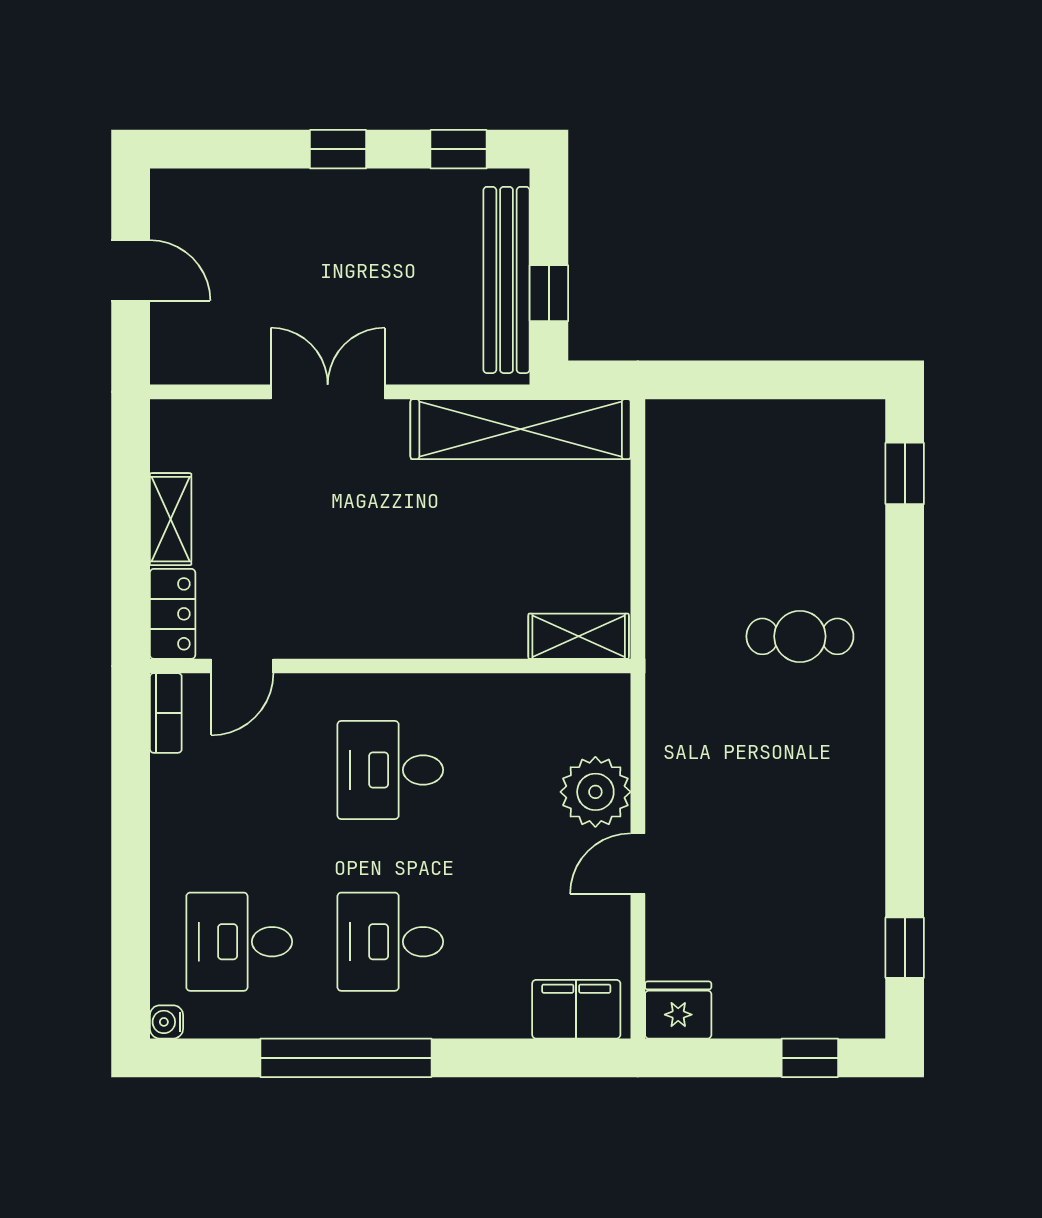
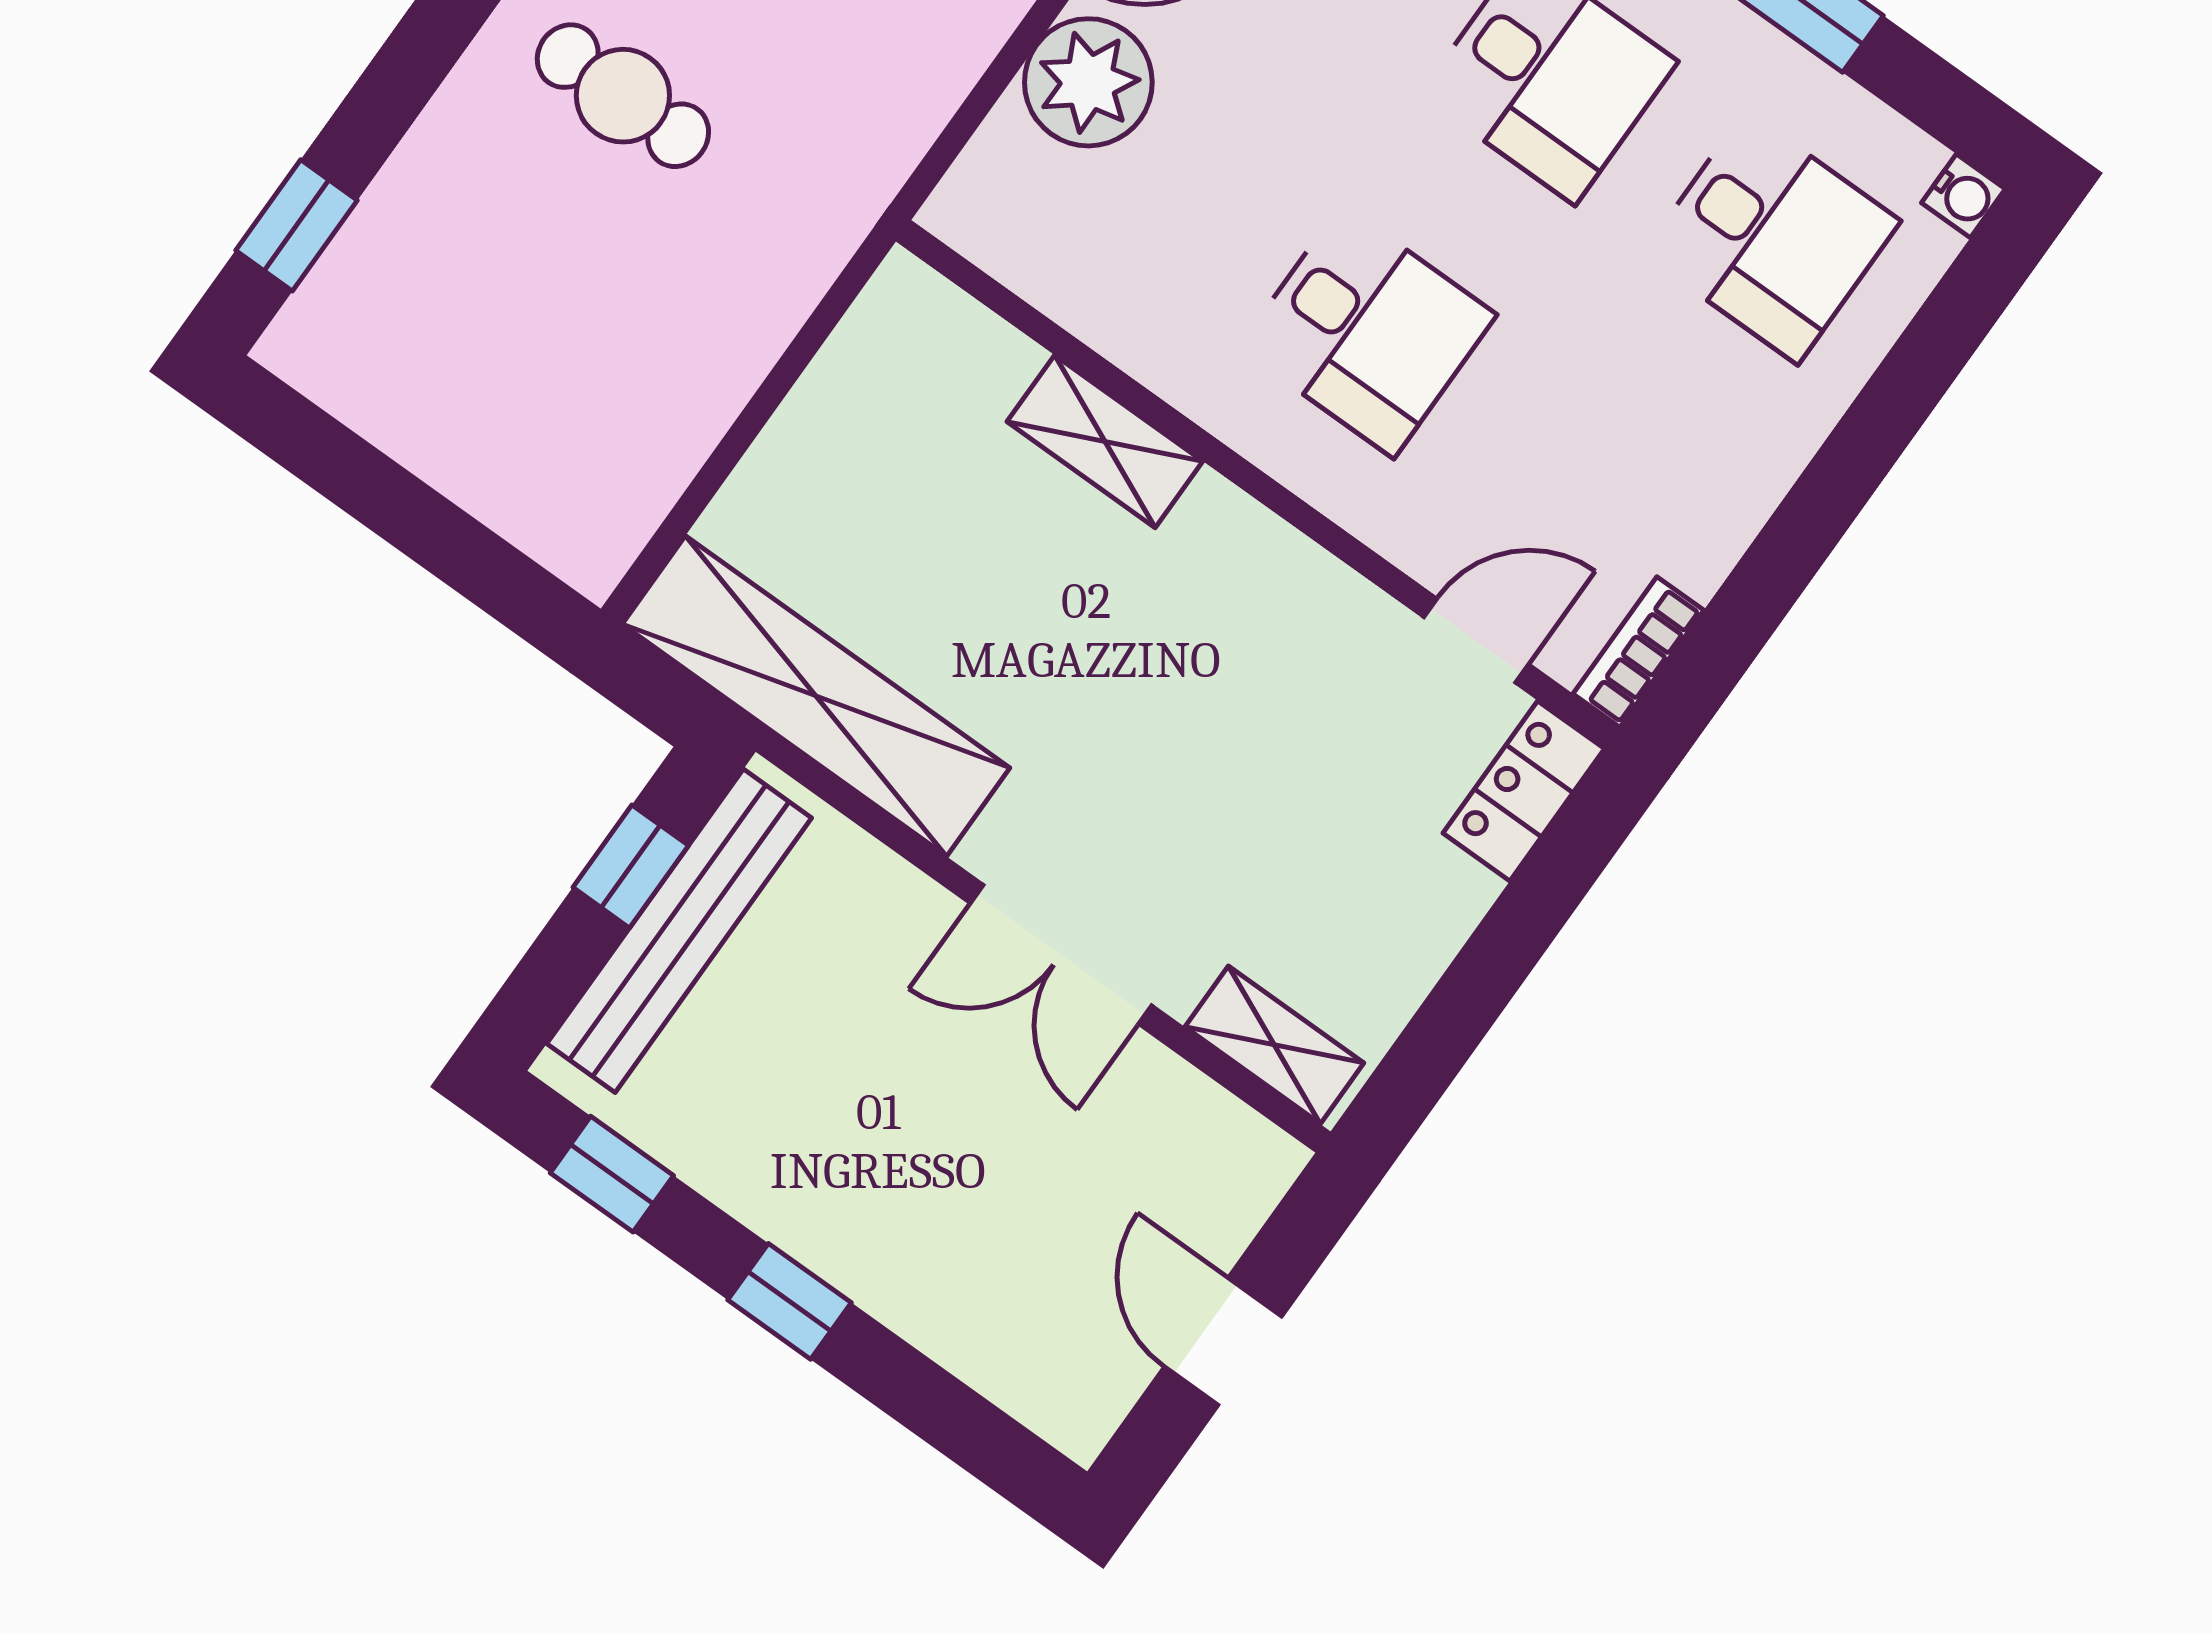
shelving: (171, 519) -> (1274, 1045), moved, turned 90
shelving: (579, 636) -> (1105, 441), moved

